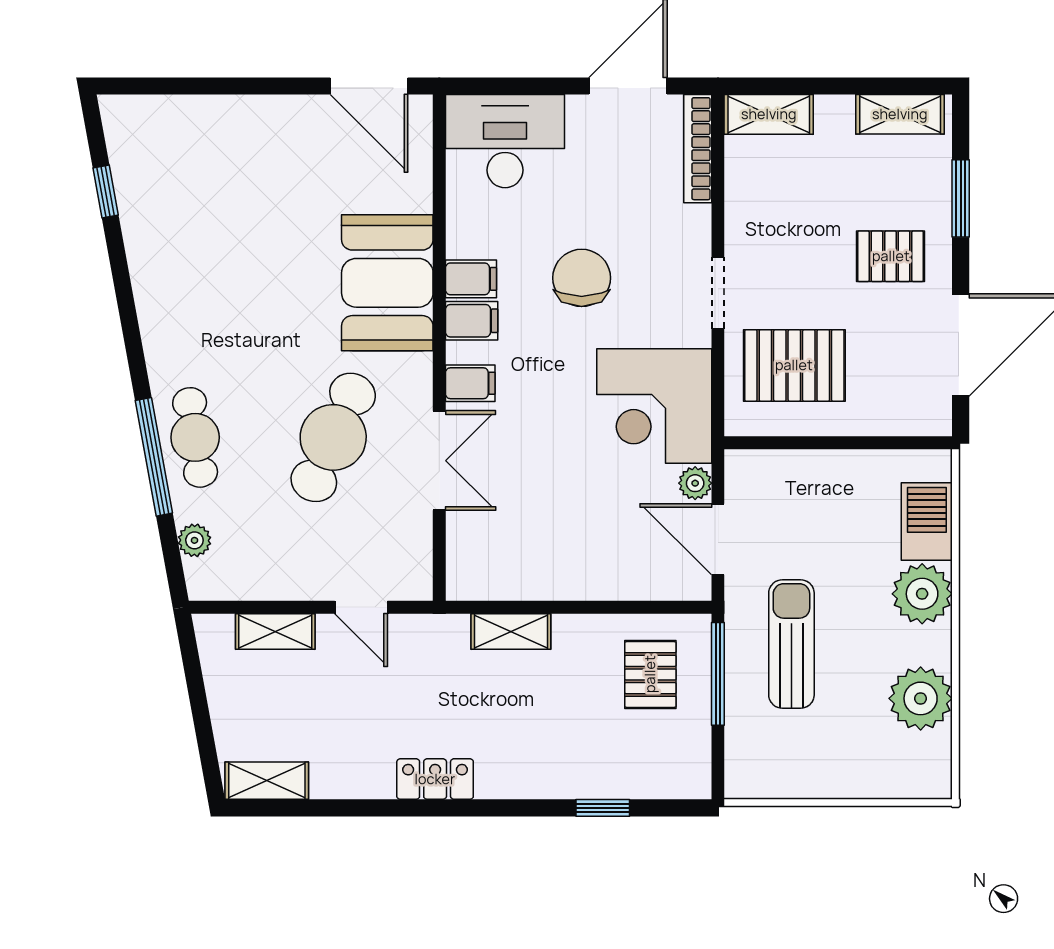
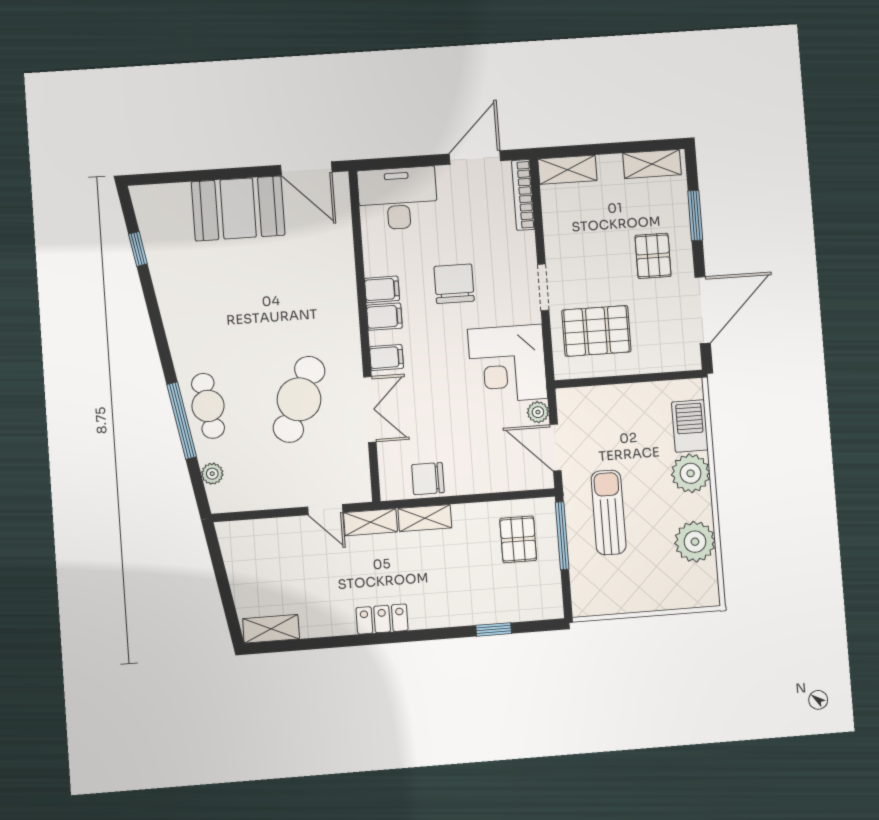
pallet: (891, 256) -> (653, 256), turned 90
booth: (387, 283) -> (238, 208), moved, turned 90
chair: (520, 572) -> (428, 479), added
shelving: (275, 632) -> (370, 522), moved

